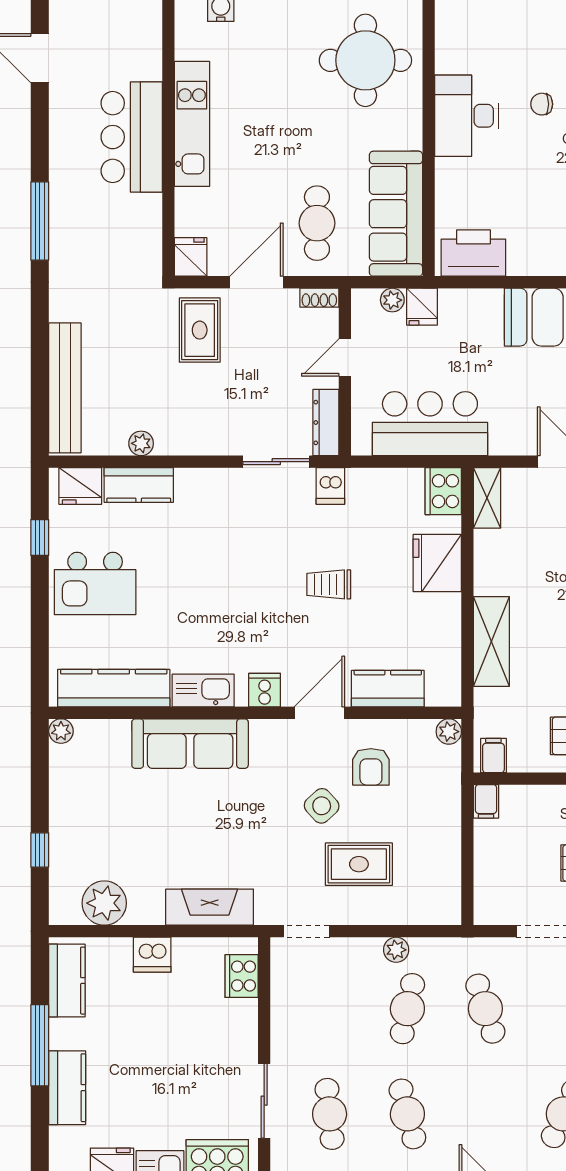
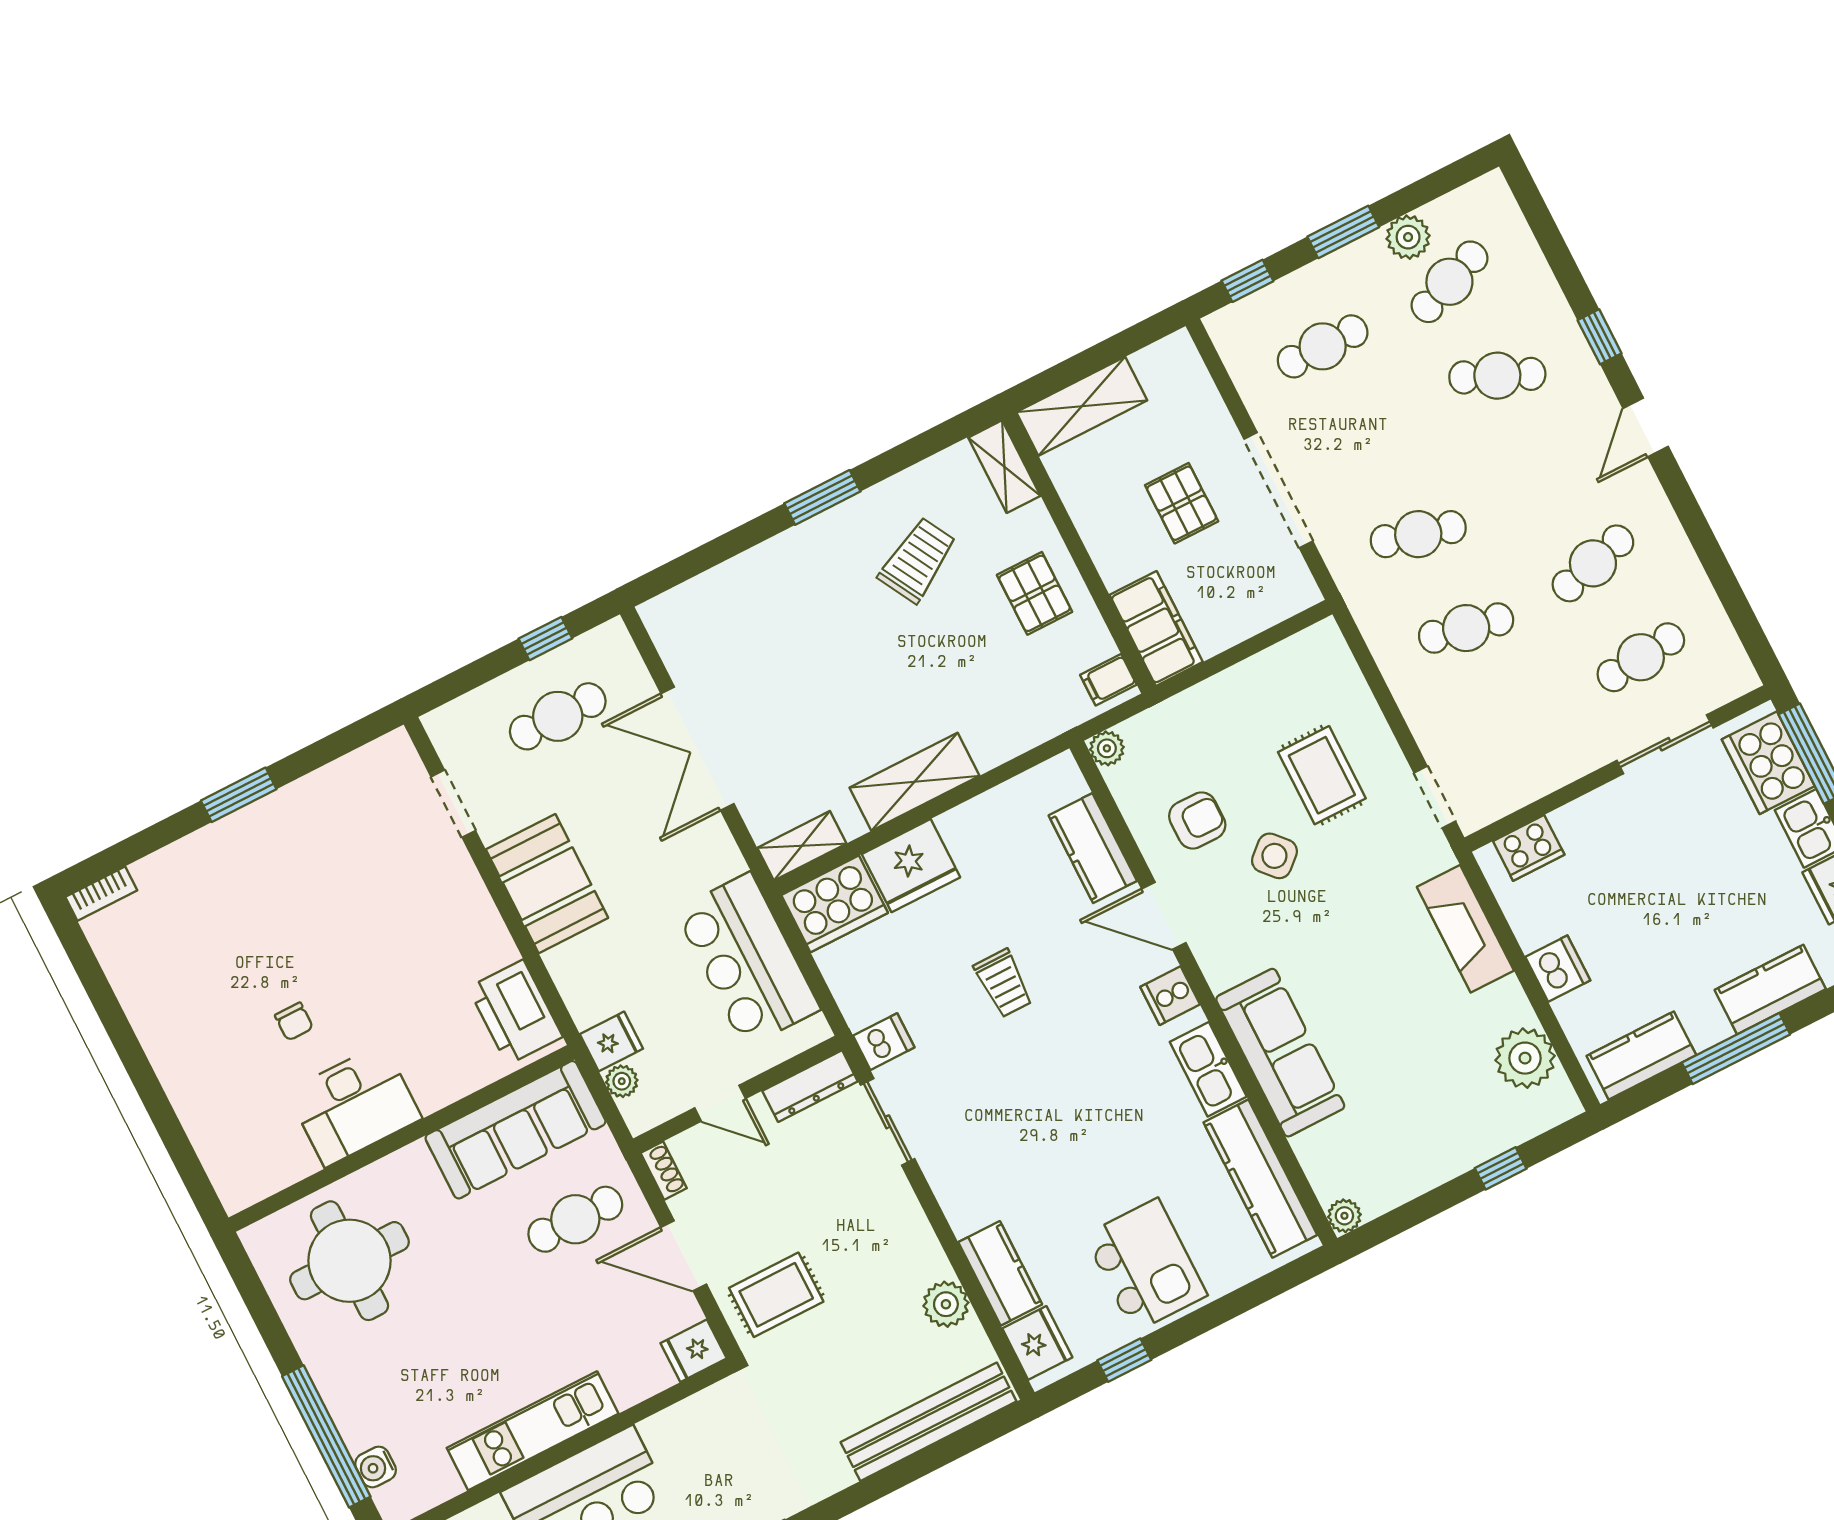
plant: (141, 443) -> (946, 1304), width x1.38, depth x1.38
cooker: (443, 491) -> (835, 904), width x1.37, depth x1.31
shelving: (491, 641) -> (914, 782), moved
filing cabinet: (486, 801) -> (1156, 628), width x3.00, depth x1.17
plant: (396, 950) -> (1402, 678), removed
cafe table: (485, 1009) -> (1418, 534), turned 33

